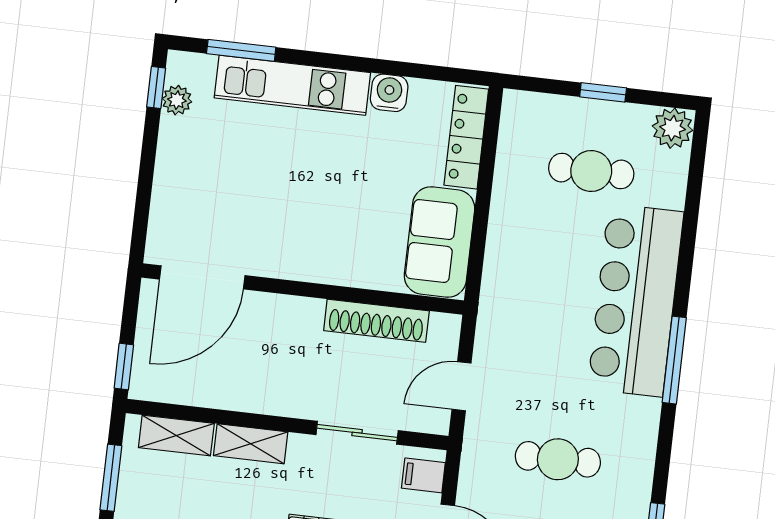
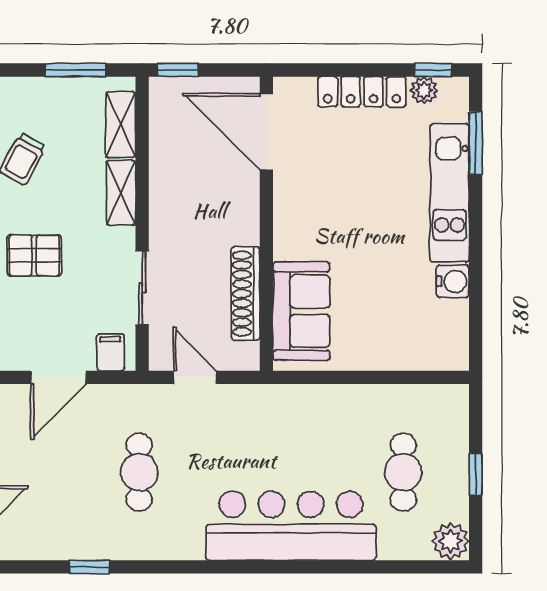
locker: (466, 137) -> (362, 92), moved, turned 180
sofa: (439, 242) -> (301, 311), moved, turned 90
window: (674, 360) -> (241, 567), removed

